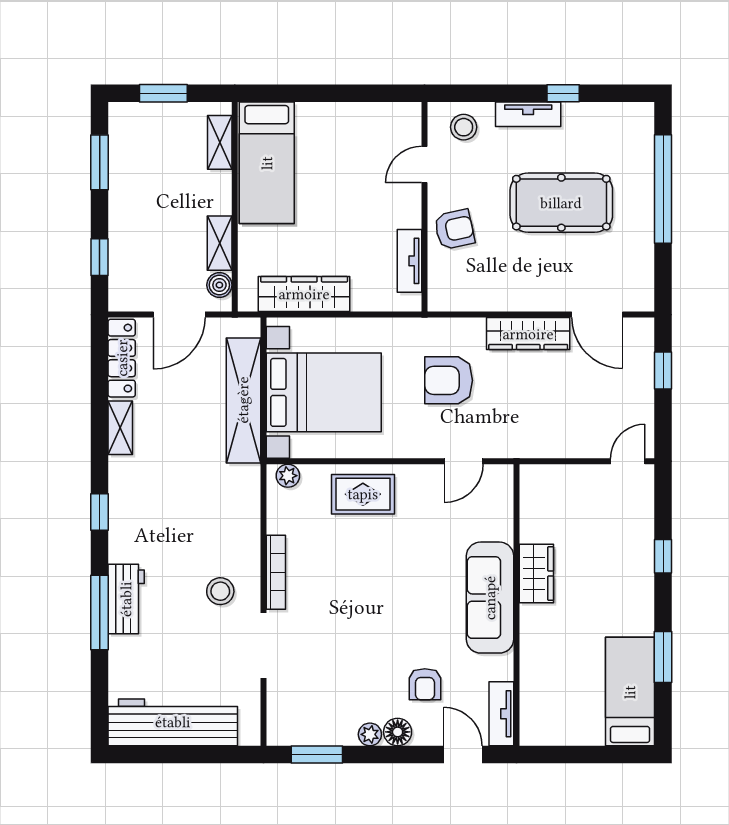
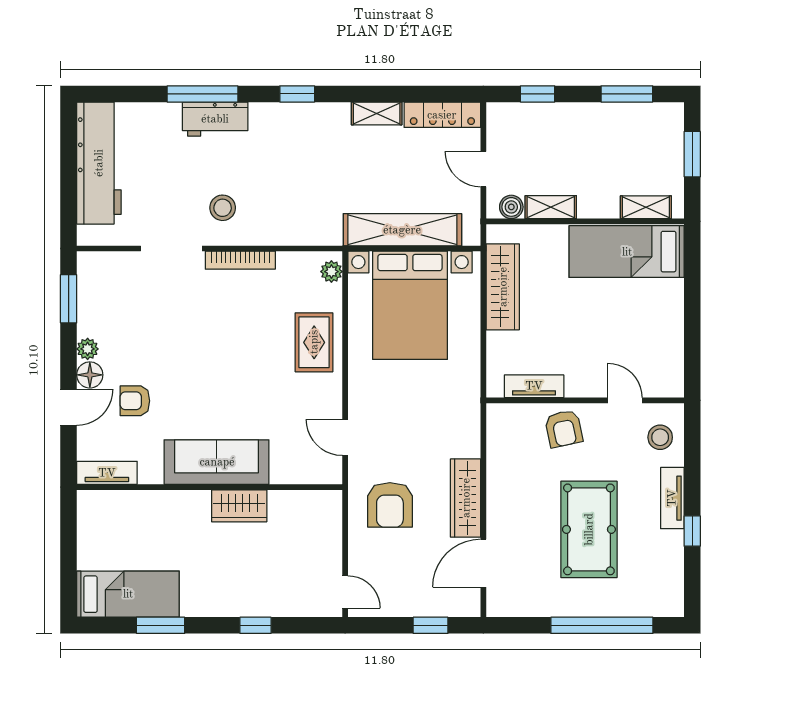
door: (179, 315) -> (483, 169), width x0.73
armchair: (449, 380) -> (390, 505), moved, turned 180
door: (463, 755) -> (69, 407), moved

